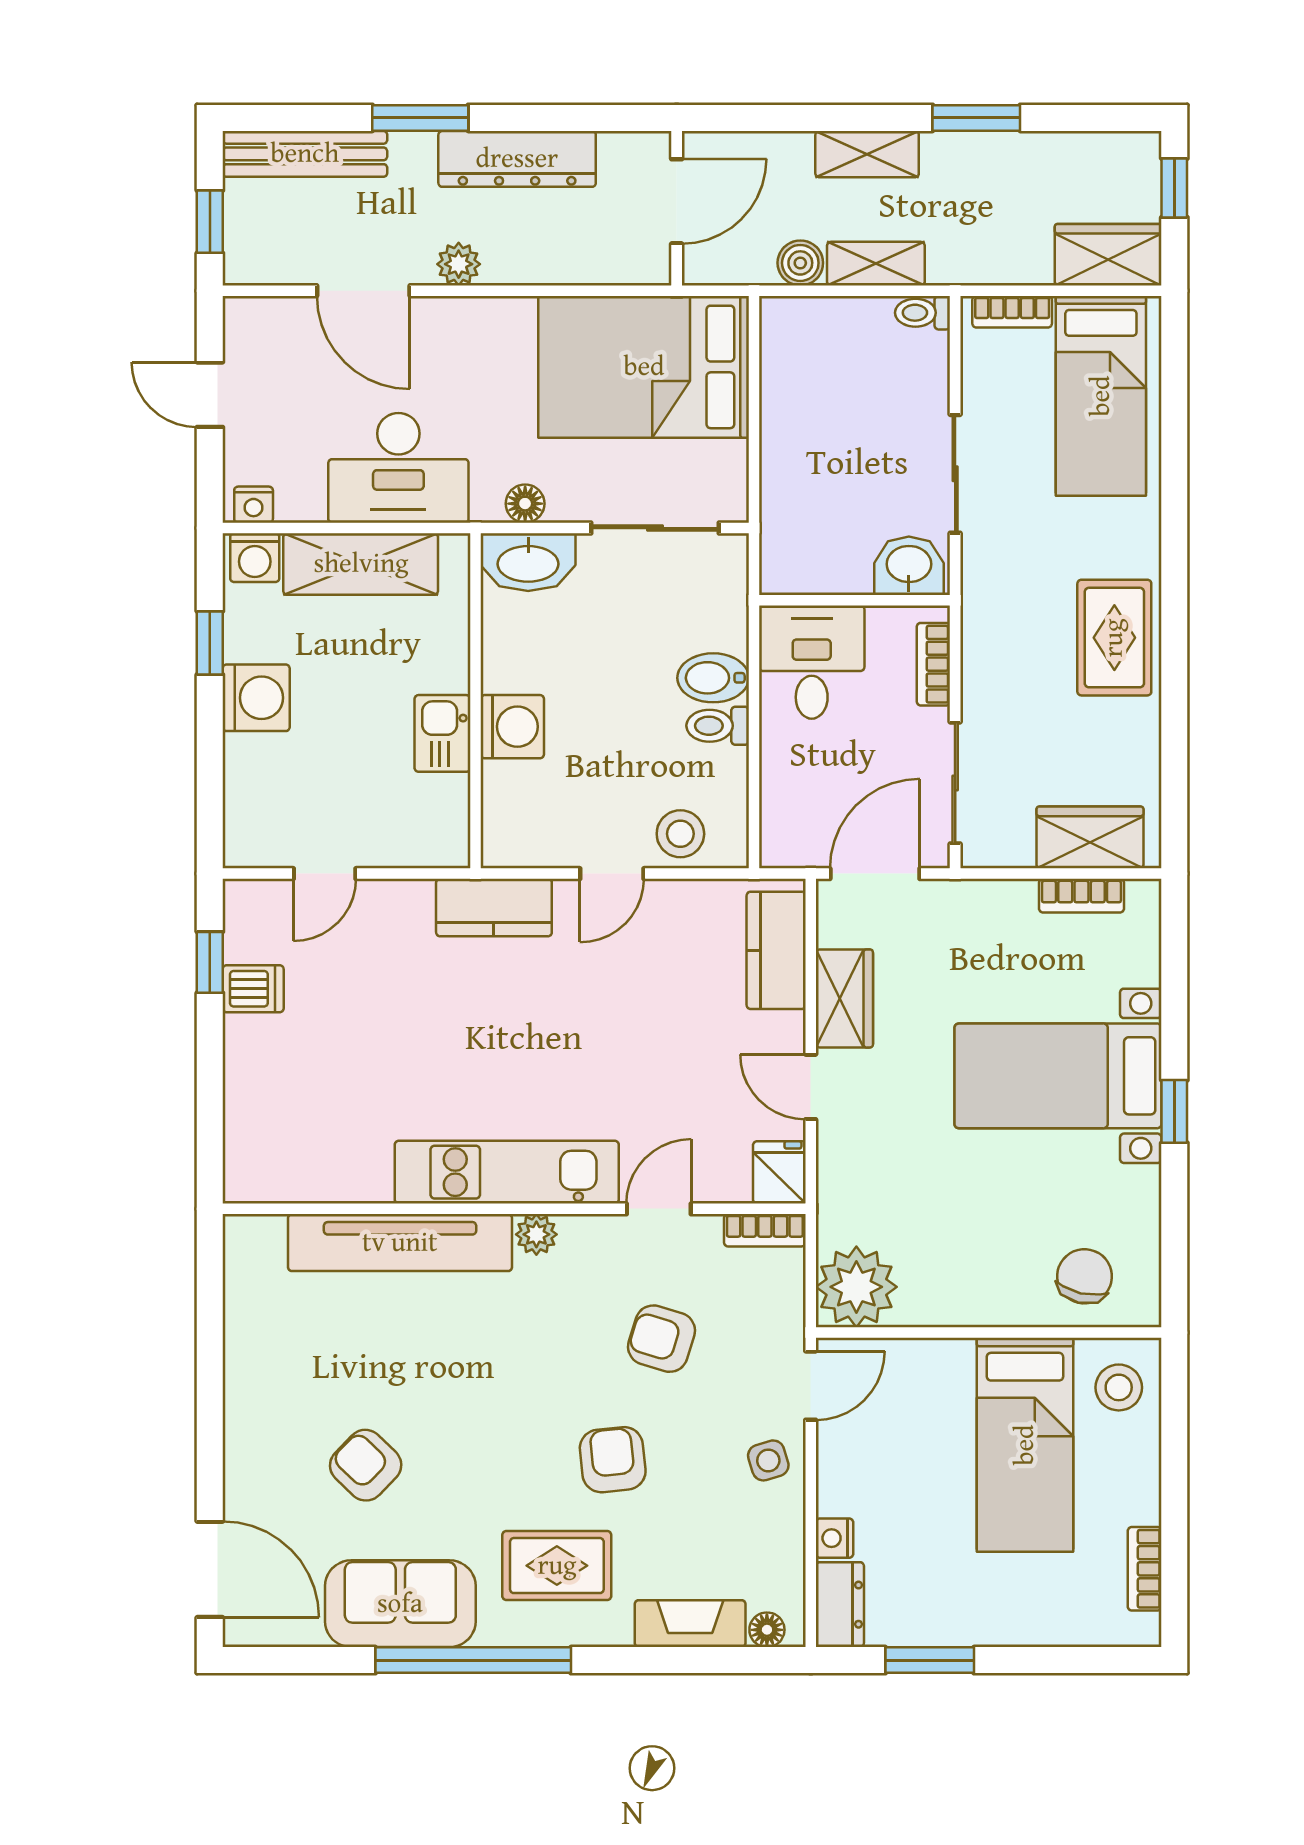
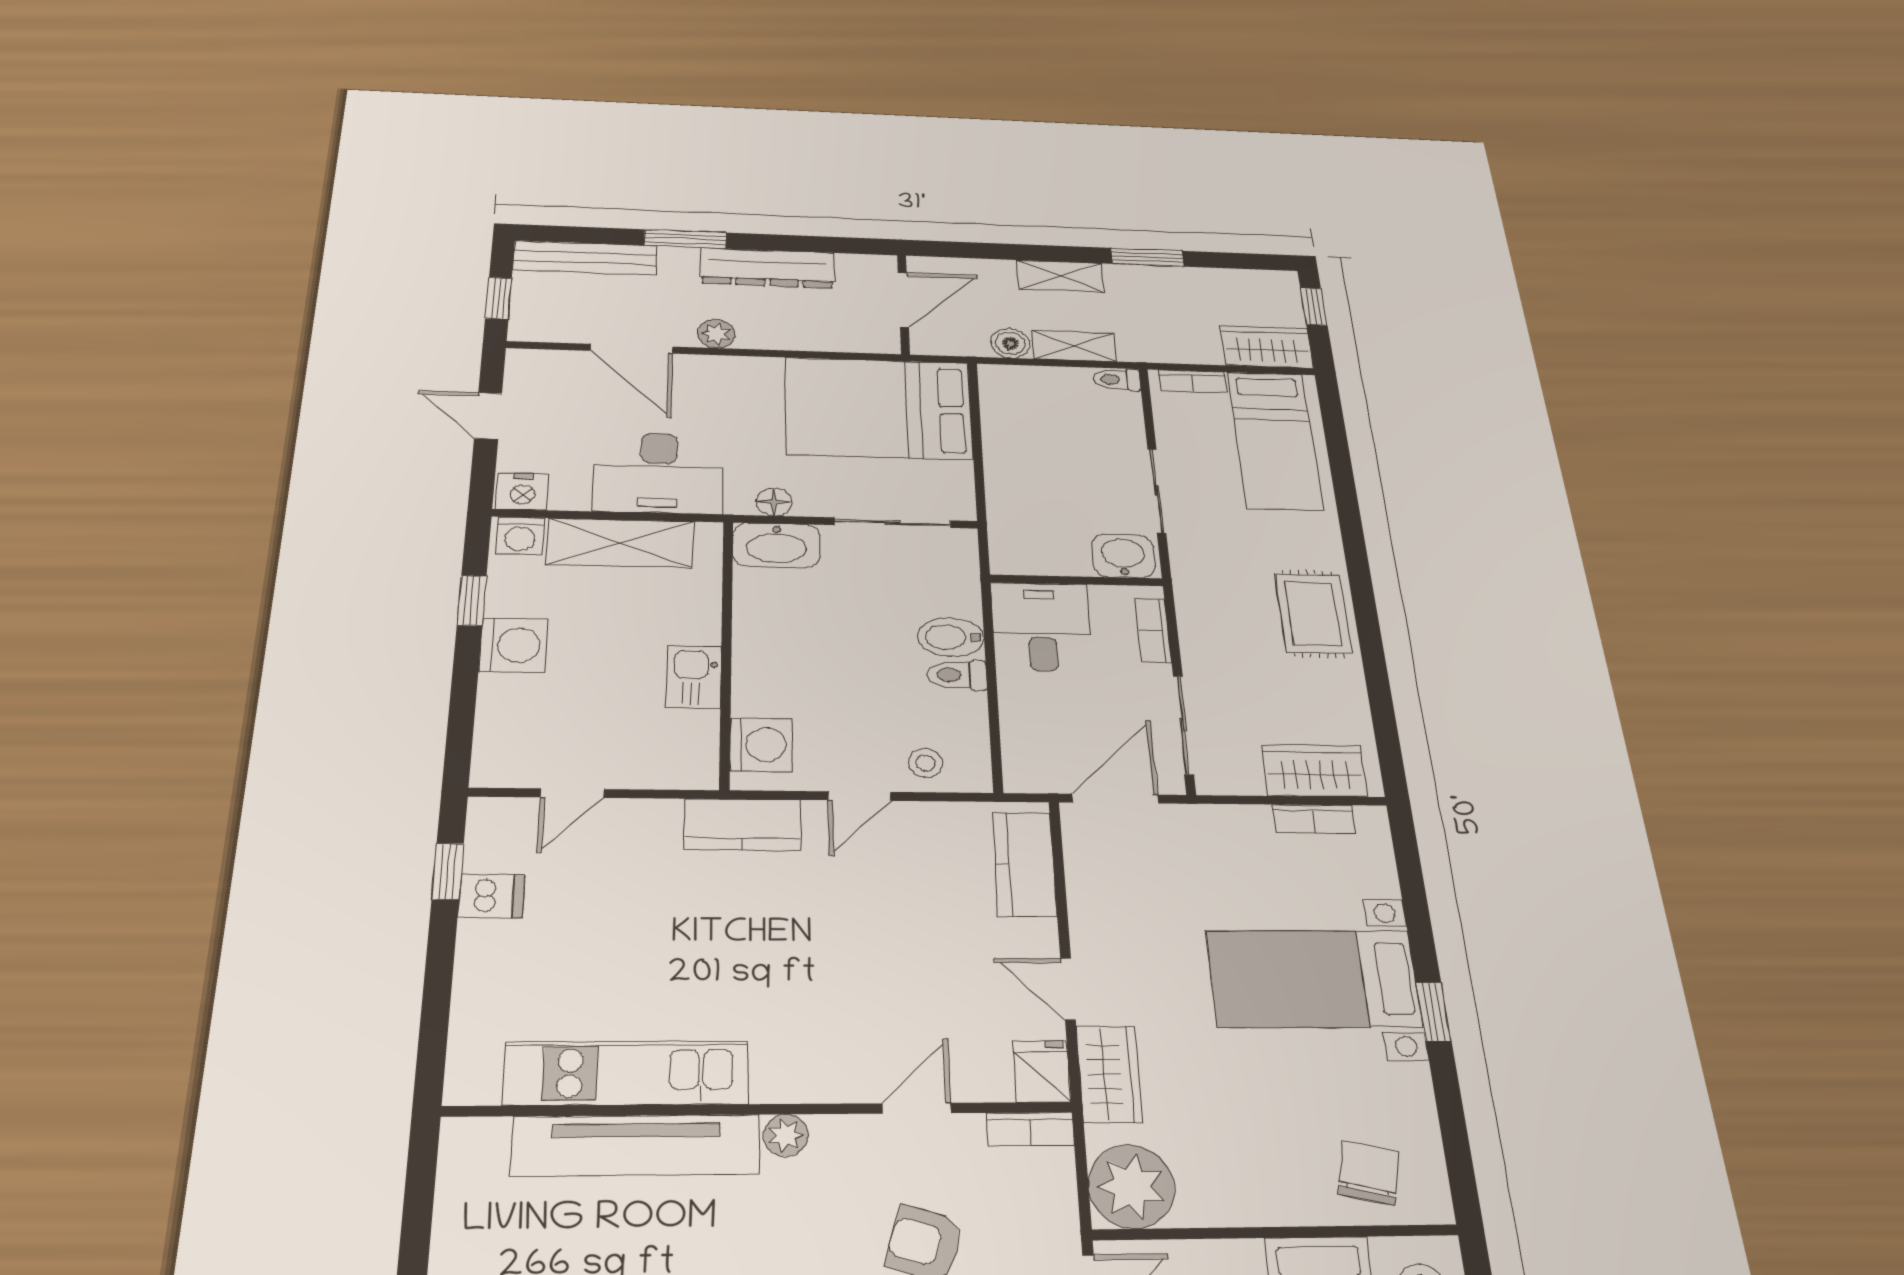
nightstand: (254, 505) -> (523, 491), width x1.39, depth x1.35
washing machine: (512, 727) -> (761, 745), moved
stool: (680, 834) -> (926, 763), width x0.73, depth x0.73
wardrobe: (844, 998) -> (1109, 1074), moved
kitchen unit: (507, 1172) -> (626, 1073), moved

